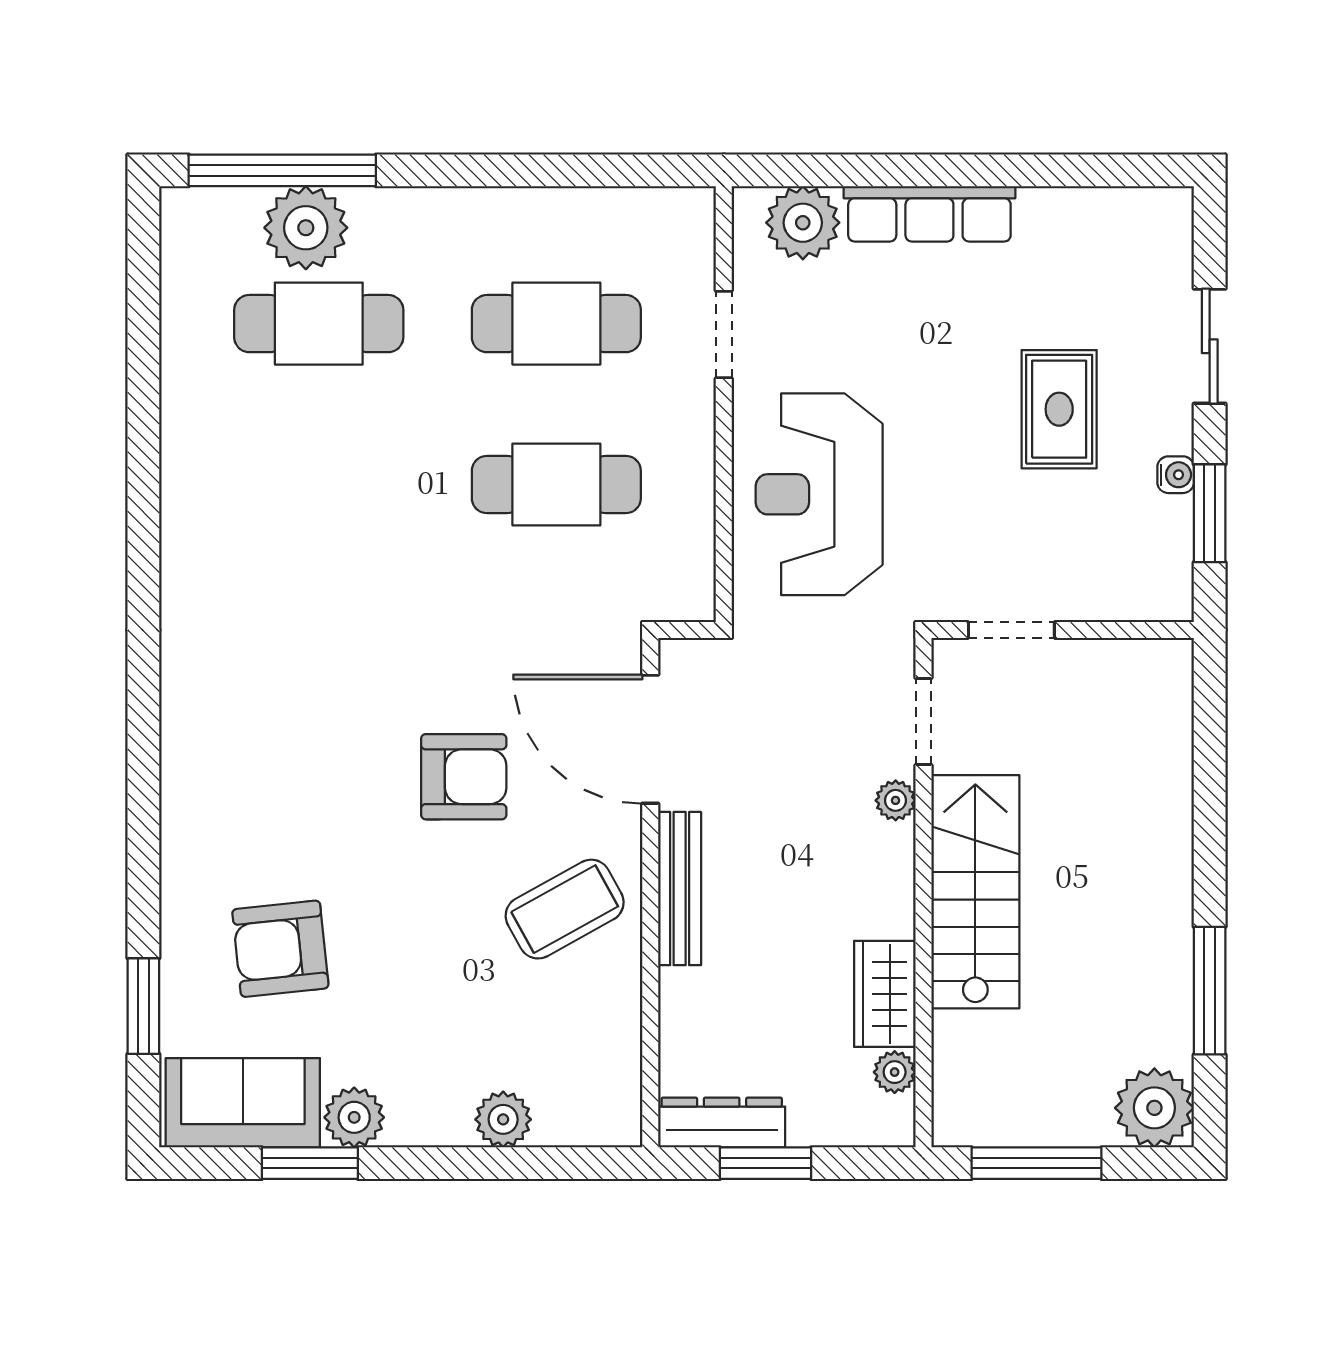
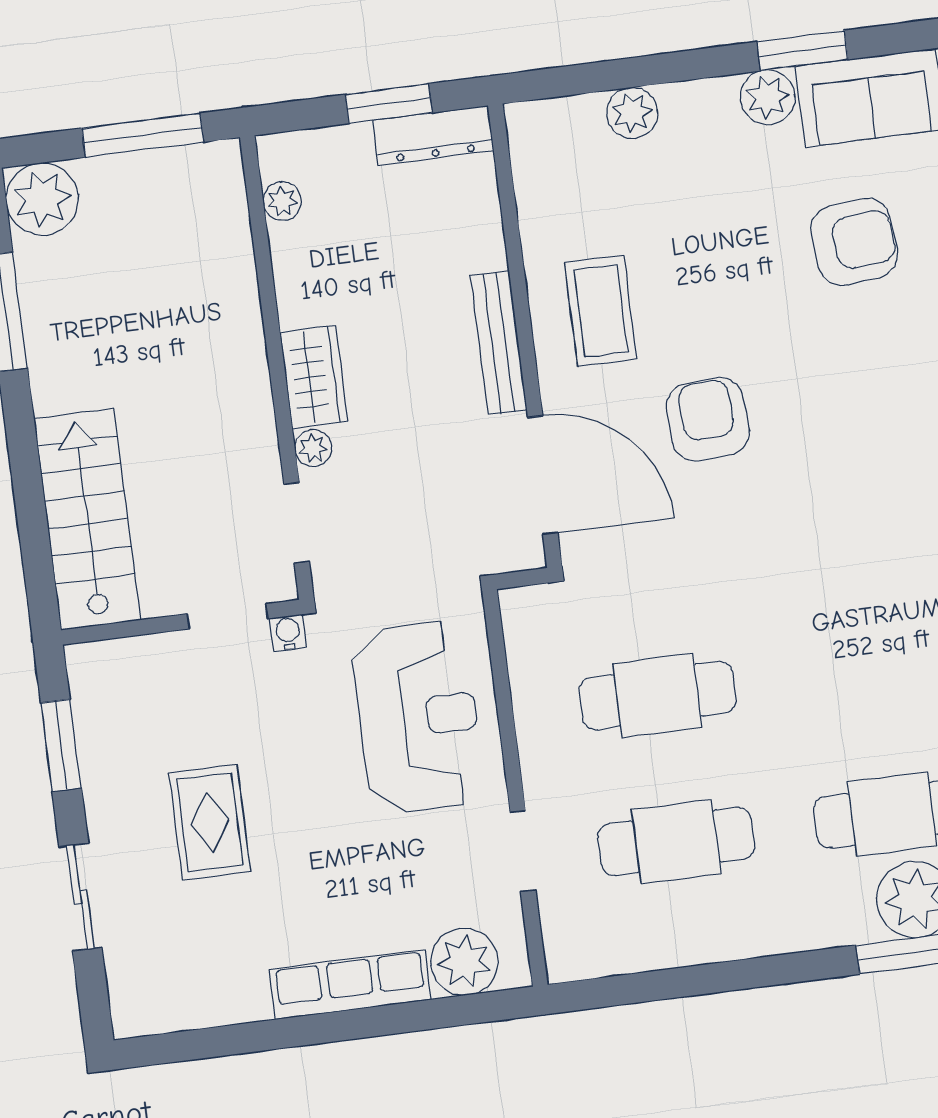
water cooler: (1176, 475) -> (288, 633), moved, turned 90
armchair: (464, 777) -> (708, 419), turned 87
stairs: (975, 892) -> (87, 519), moved, turned 180
coffee table: (565, 909) -> (601, 311), turned -61
wardrobe: (885, 994) -> (314, 377), moved

